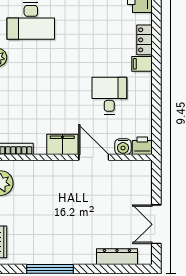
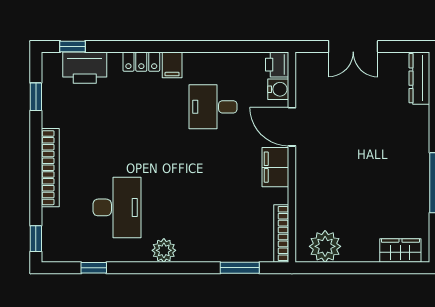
door: (94, 157) -> (292, 127), hinge flipped
double door: (156, 224) -> (353, 47), moved
dresser: (117, 257) -> (419, 78), moved

